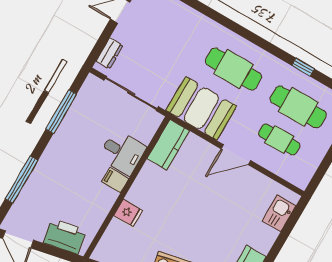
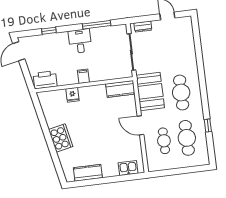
desk: (122, 153) -> (80, 41), moved, turned 180
window: (21, 180) -> (49, 31), width x0.46
printer: (65, 236) -> (45, 80), moved, turned -78

